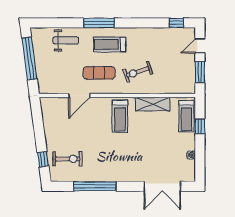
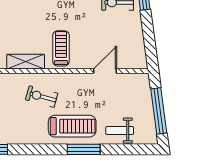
treadmill: (110, 44) -> (72, 126), width x1.37, depth x1.38
exercise bike: (138, 72) -> (42, 97), turned -146
exercise mat: (99, 73) -> (83, 95), removed

